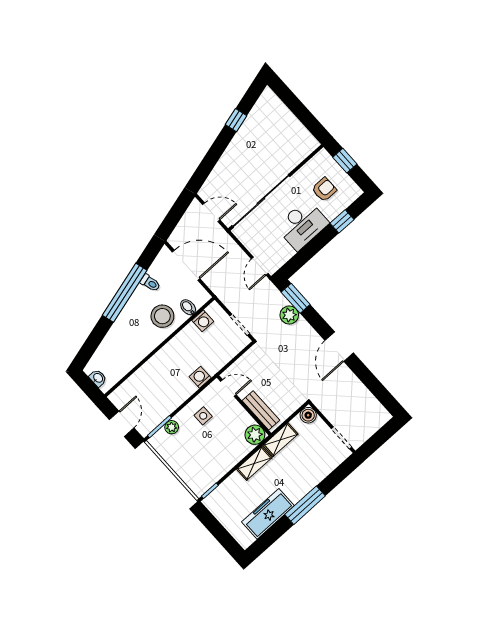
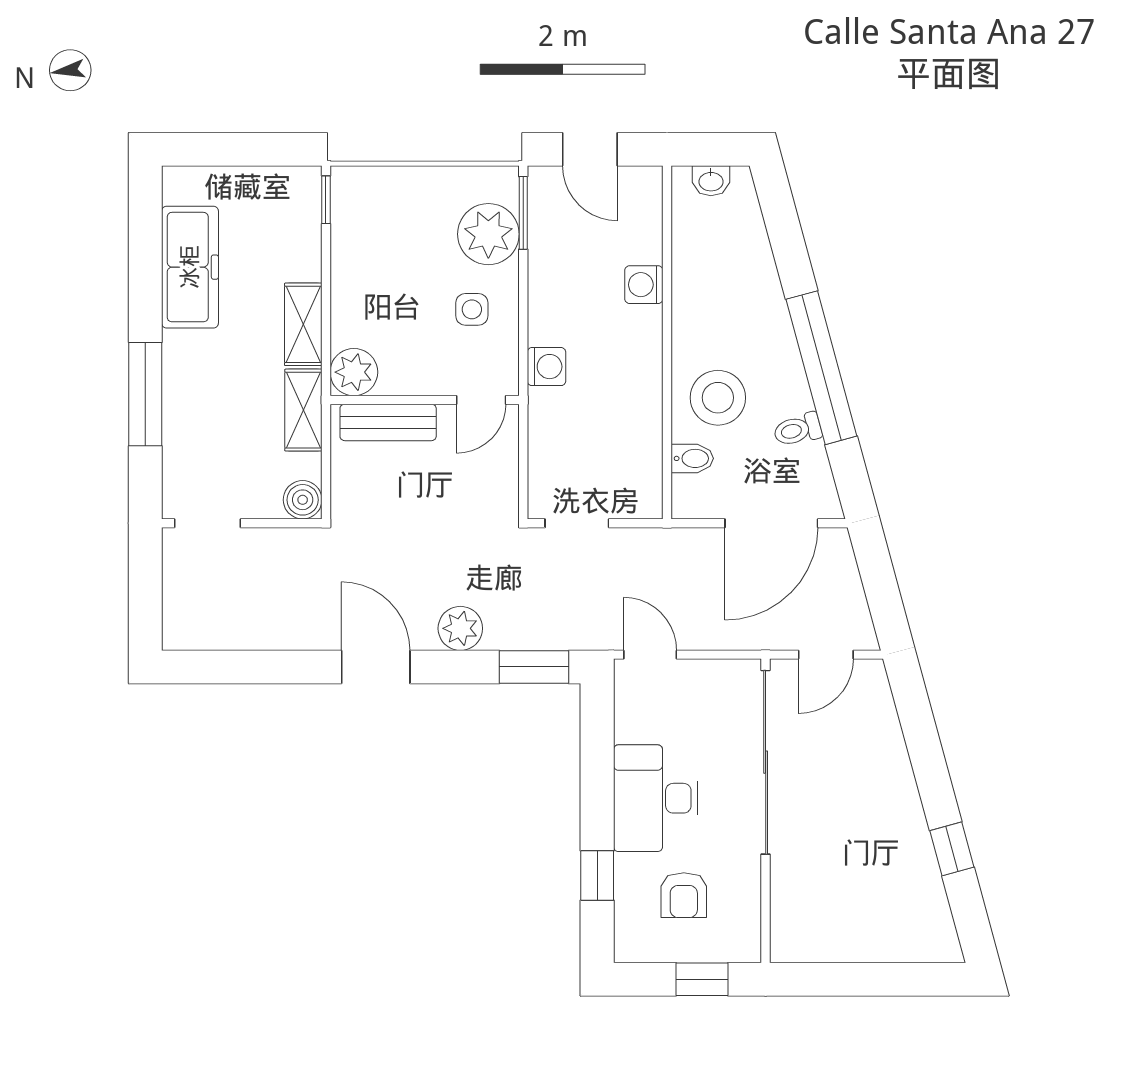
plant: (289, 315) -> (460, 628), moved
washing machine: (203, 321) -> (644, 285), moved
plant: (172, 427) -> (488, 234), width x1.88, depth x1.88
window: (305, 505) -> (145, 394), moved

